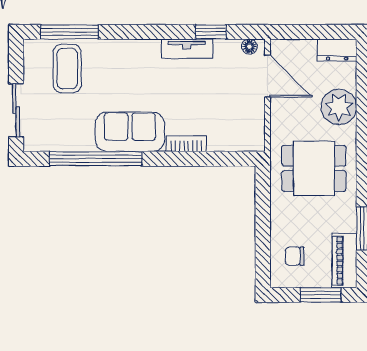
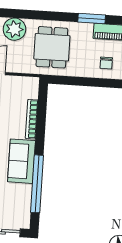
bookcase: (186, 144) -> (32, 119), width x1.56

